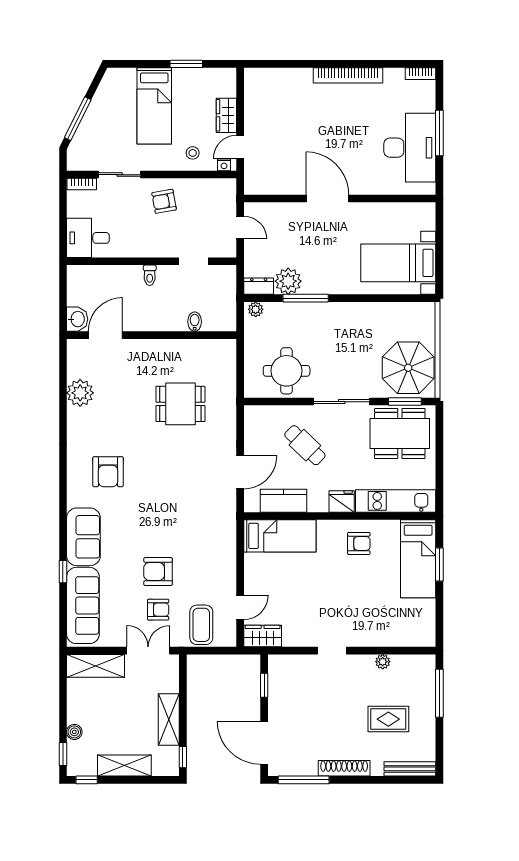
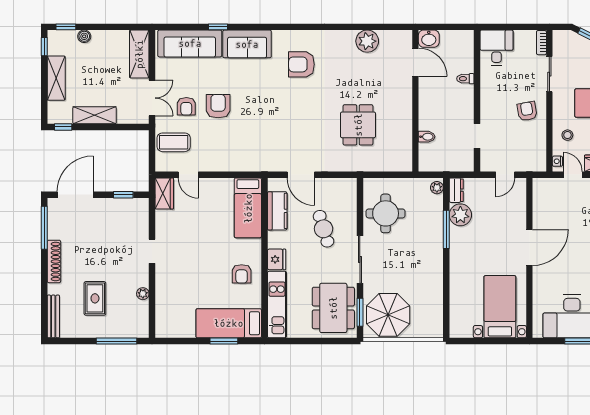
bed with nightstands: (398, 263) -> (500, 307), moved
toilet: (150, 275) -> (465, 79), moved
cafe table: (305, 445) -> (324, 229), turned -61

